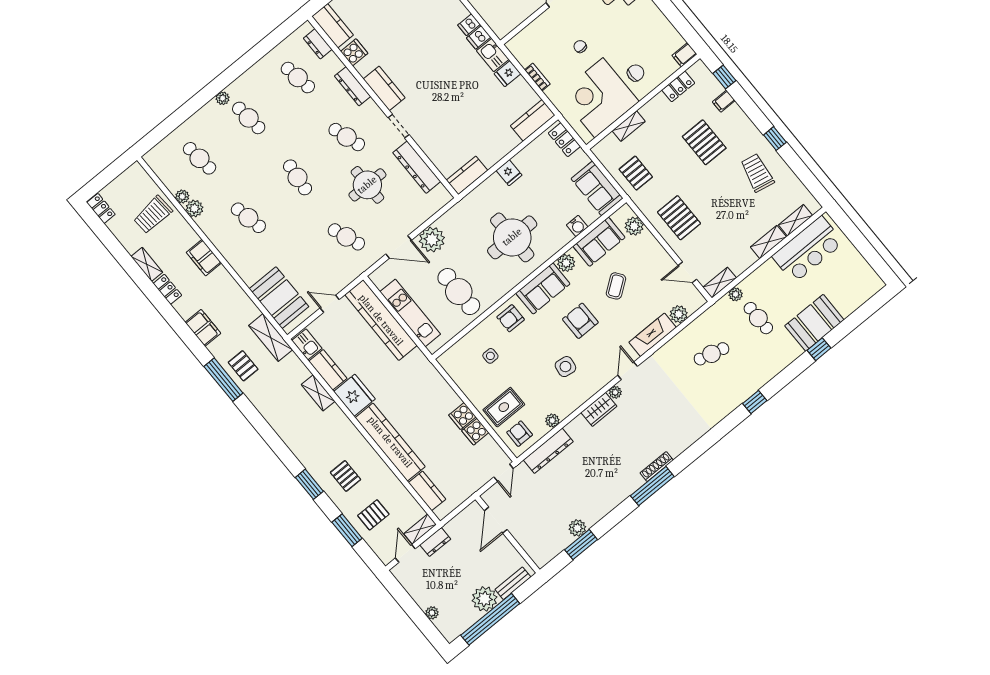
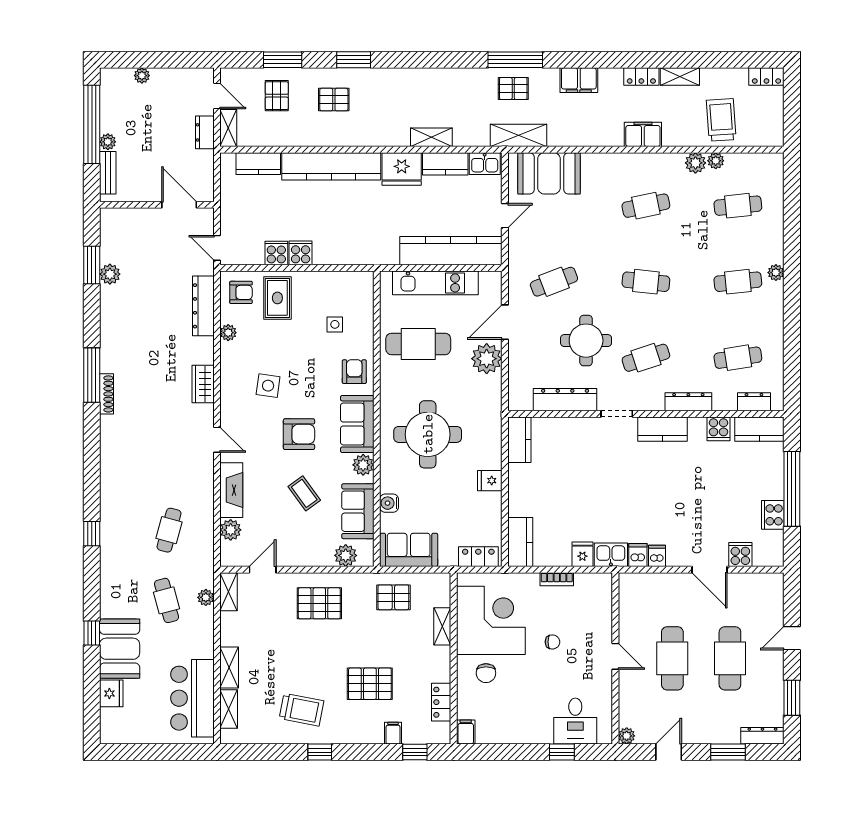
fridge: (848, 304) -> (111, 693), added
cafe table: (758, 318) -> (167, 600), turned 75
plant: (615, 392) -> (206, 412), removed
plant: (485, 599) -> (108, 142), width x0.53, depth x0.53

